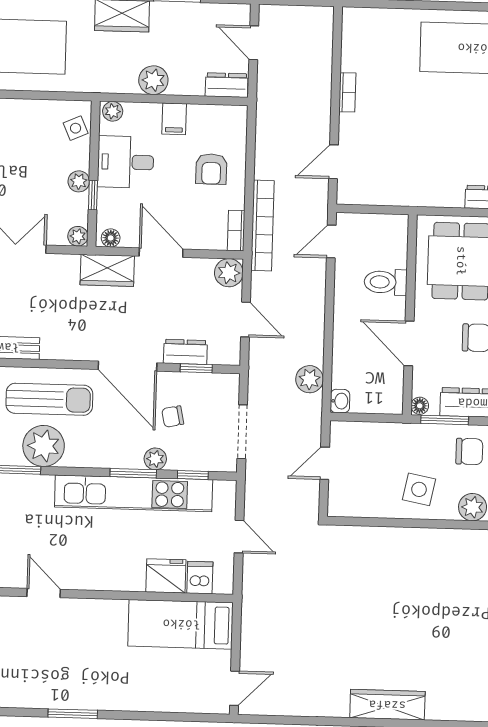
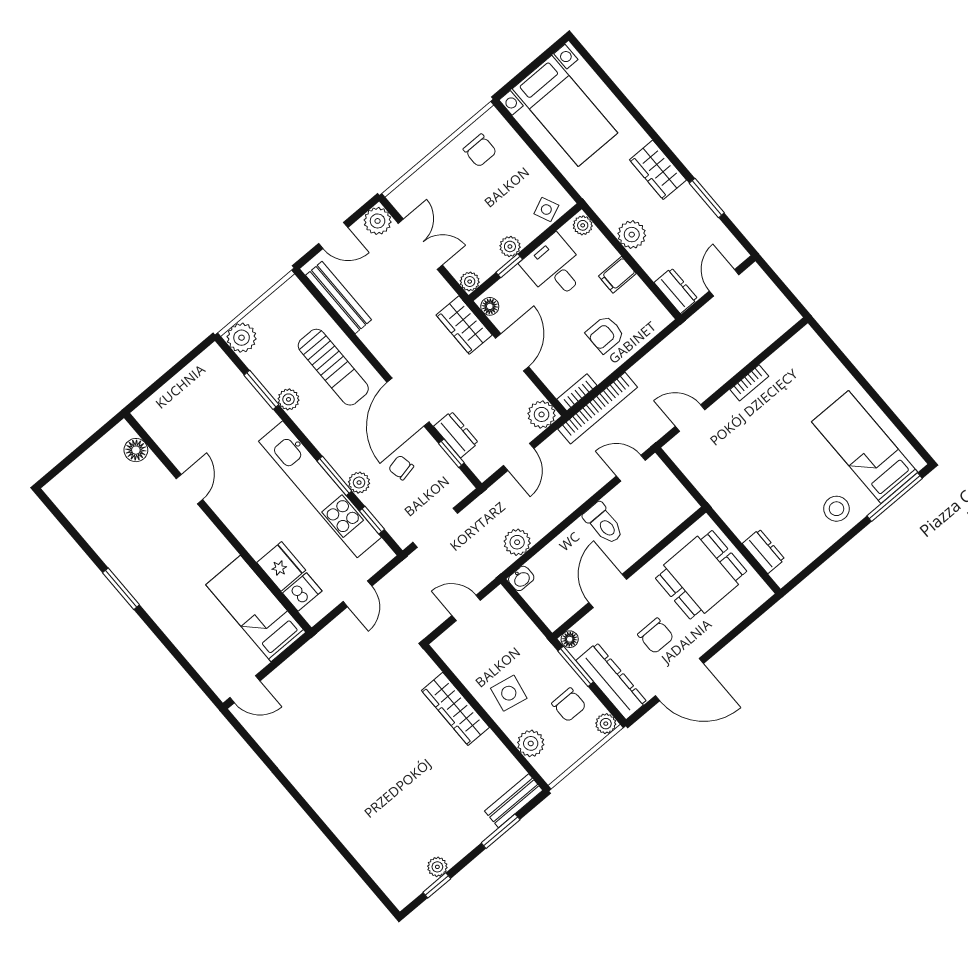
toilet: (386, 282) -> (604, 523), moved, turned 180
plant: (44, 446) -> (289, 399), width x0.53, depth x0.53
wardrobe: (387, 705) -> (455, 709), moved, turned 180

